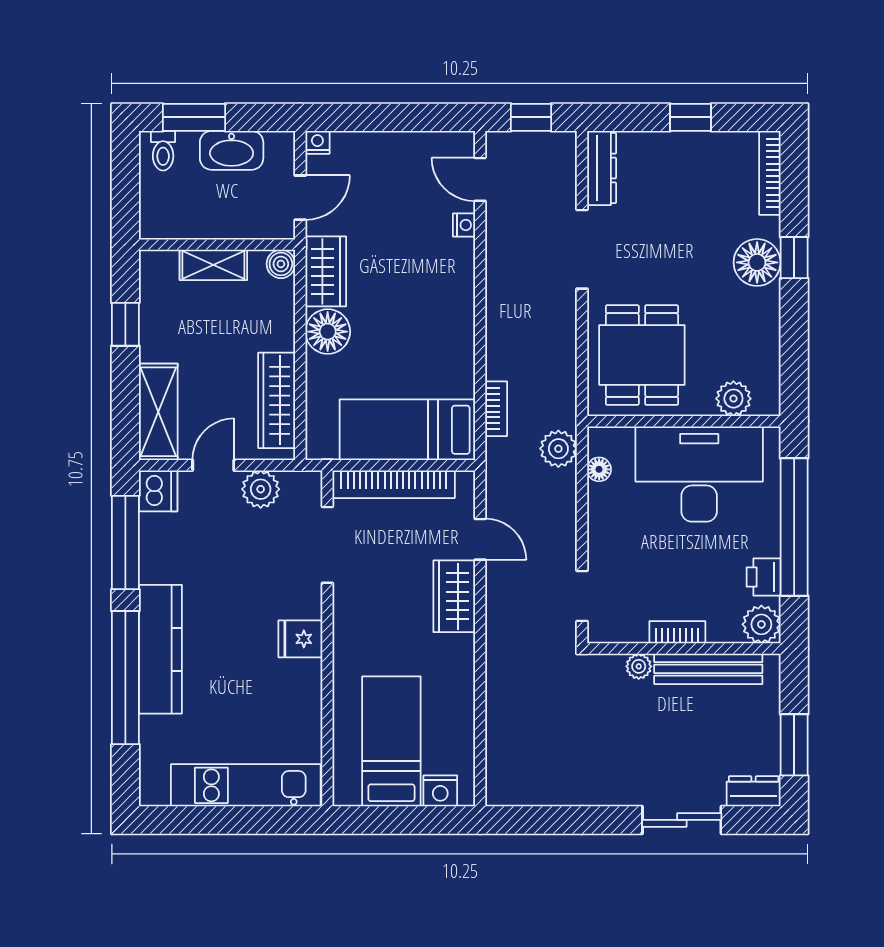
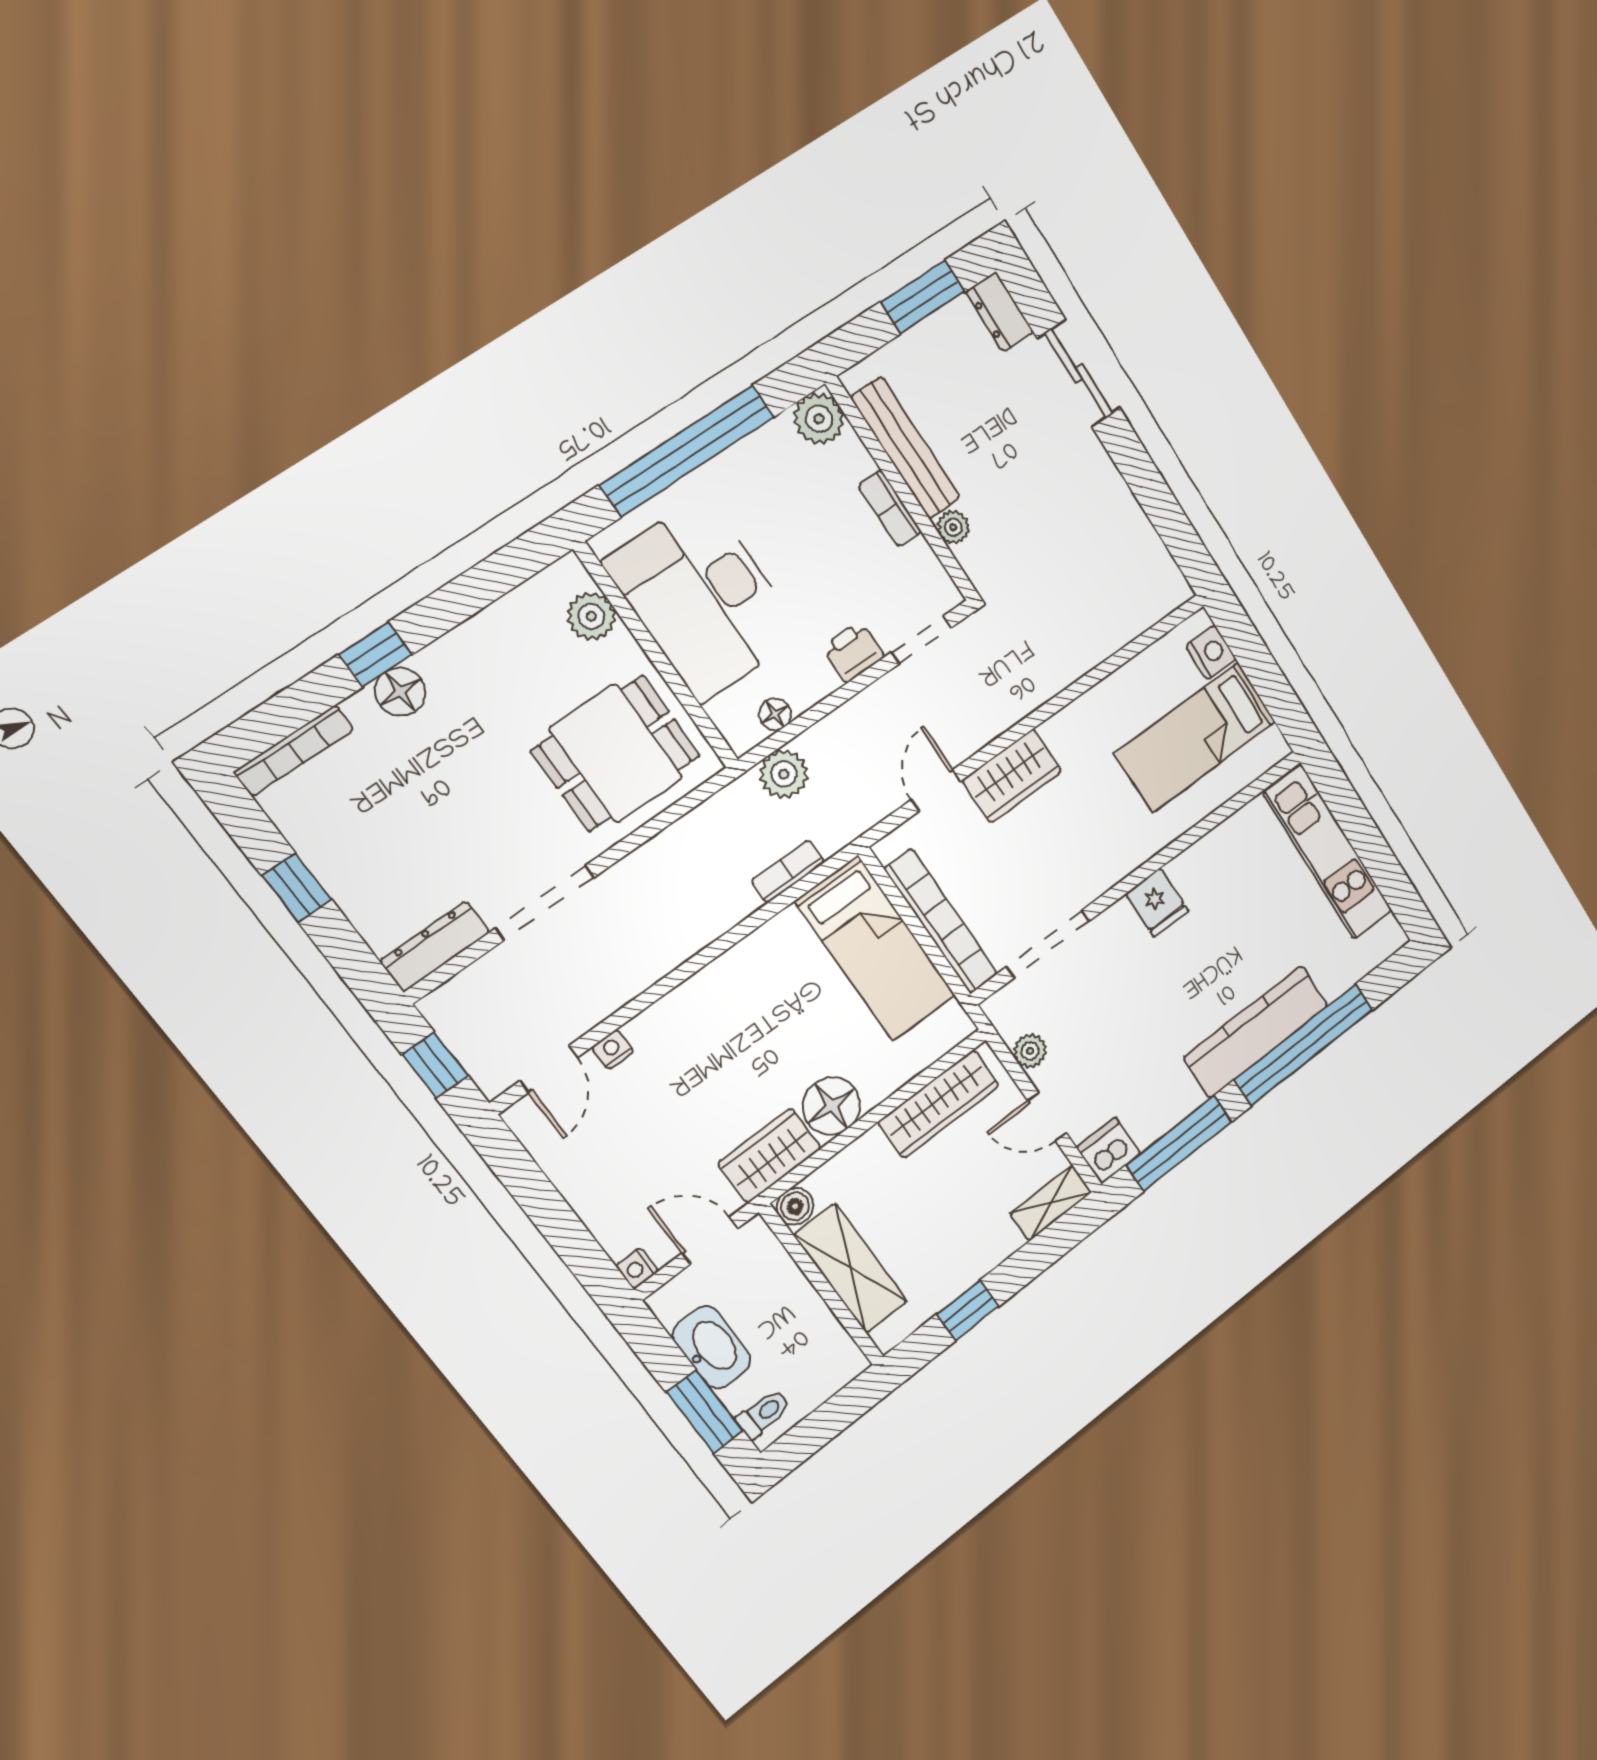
floor lamp: (757, 262) -> (400, 692), width x0.73, depth x0.73
shelving: (213, 265) -> (851, 1268), width x1.50, depth x1.33
shelving: (158, 412) -> (1051, 1203), width x0.67, depth x0.75
plant: (261, 489) -> (1030, 1051), width x0.73, depth x0.73
printer: (764, 577) -> (853, 652), moved, turned 180

